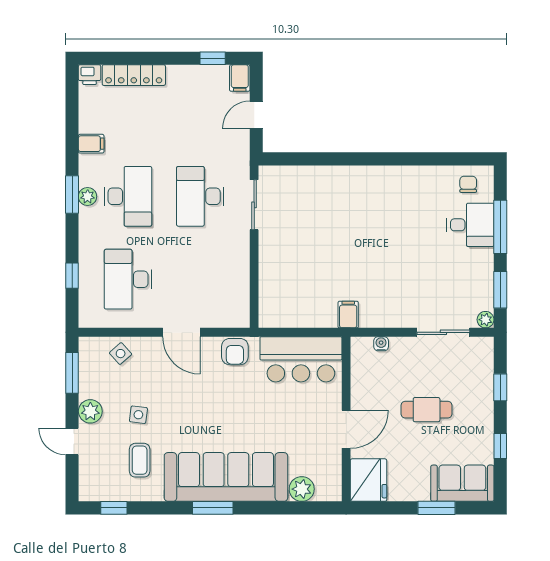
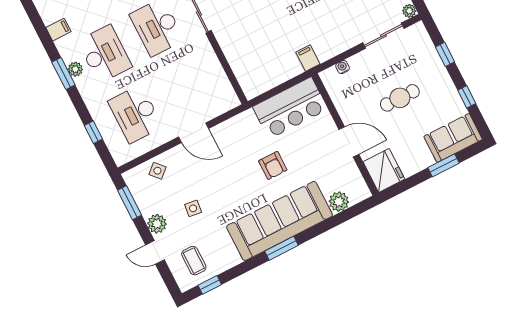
armchair: (235, 352) -> (273, 165), moved
door: (346, 429) -> (349, 142), hinge flipped
coffee table: (140, 460) -> (194, 261), moved

